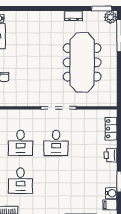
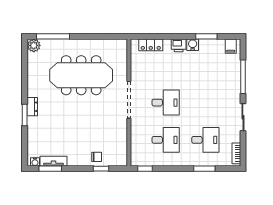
window: (102, 8) -> (25, 115), moved
dresser: (73, 16) -> (32, 107), moved
water cooler: (111, 193) -> (193, 45), moved

